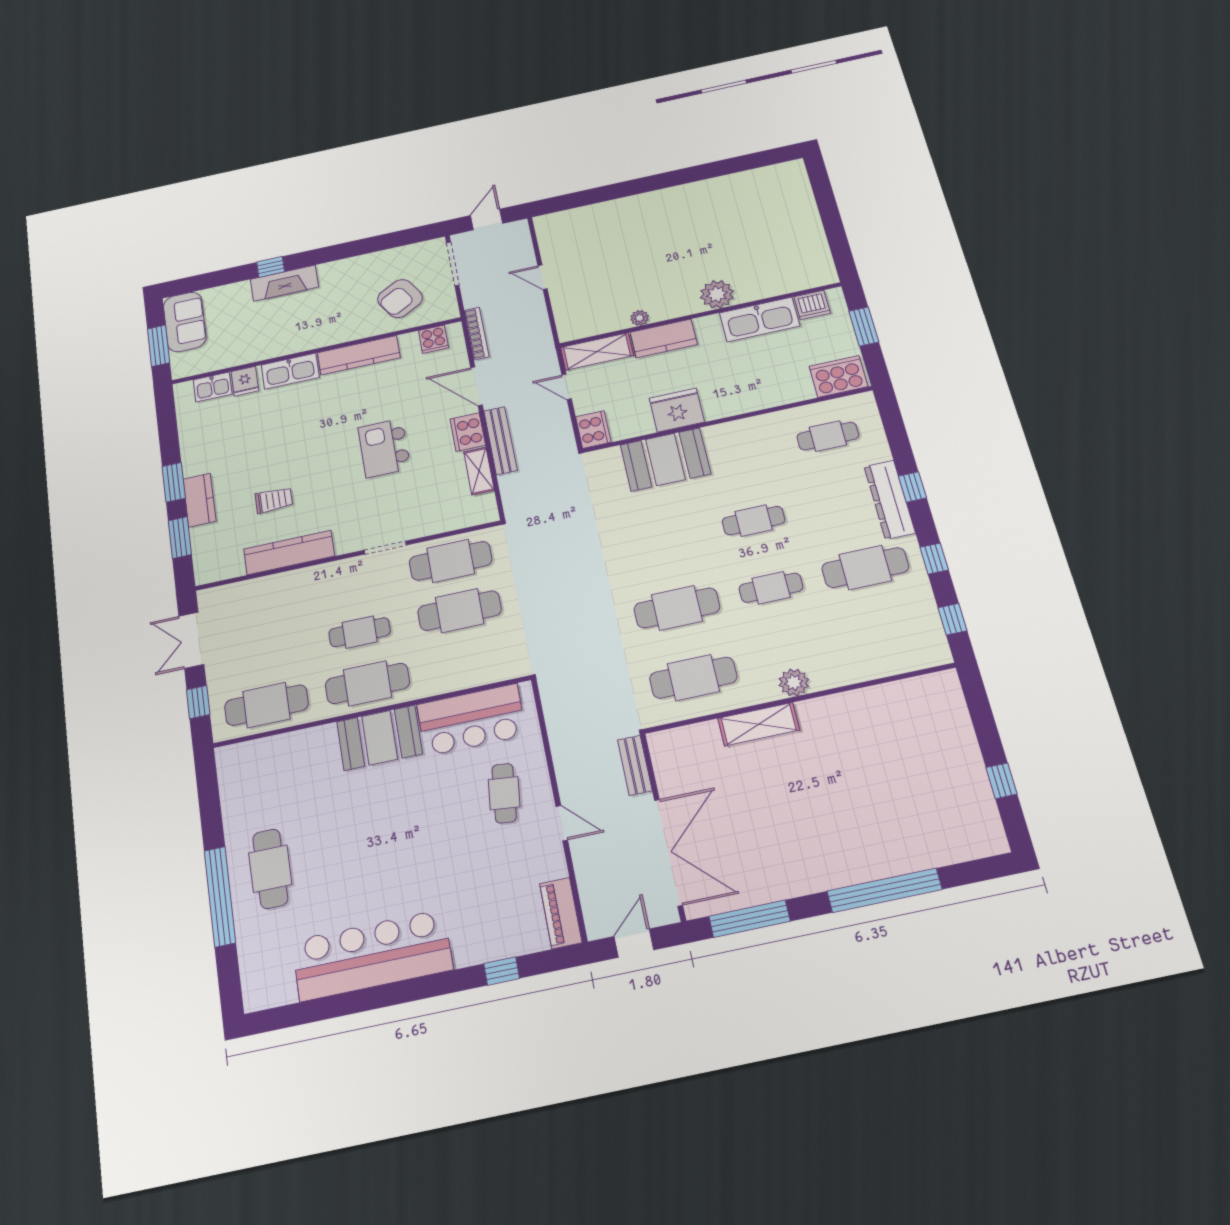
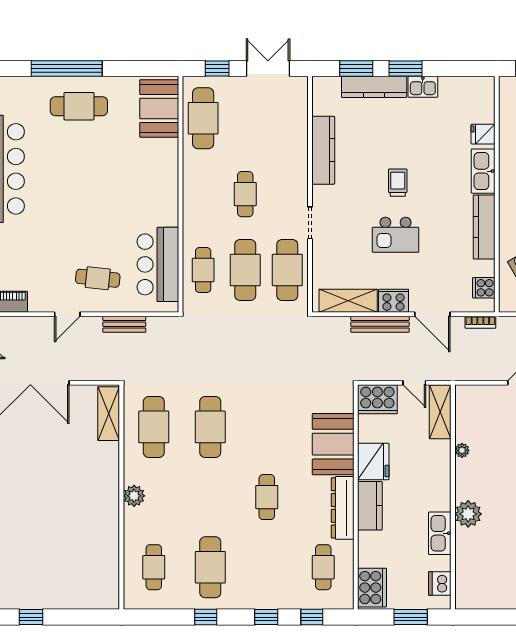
kitchen sink: (760, 319) -> (440, 533), width x0.73, depth x0.81
bookcase: (477, 333) -> (480, 322), width x0.64
kitchen counter: (664, 338) -> (370, 506), moved, turned 180
door: (477, 386) -> (432, 314), swing flipped
kitchen sink: (213, 387) -> (423, 87), moved, turned -90
door: (567, 387) -> (414, 383), swing flipped
cooker: (593, 430) -> (377, 399), width x1.37, depth x1.31
kitchen island: (384, 448) -> (395, 235), turned 180
shelving: (479, 471) -> (348, 301), width x1.50, depth x1.33
kitchen counter: (199, 500) -> (374, 87), width x1.50
trolley: (274, 500) -> (398, 183), moved, turned 180
dresser: (890, 500) -> (343, 508), moved, turned -90
cafe table: (771, 588) -> (154, 567), moved
window: (952, 619) -> (312, 617), moved
cafe table: (367, 683) -> (203, 270), moved, width x0.73, depth x0.74
shelving: (759, 724) -> (109, 414), moved
booth: (380, 738) -> (159, 108), moved
bench: (635, 765) -> (124, 324), moved

